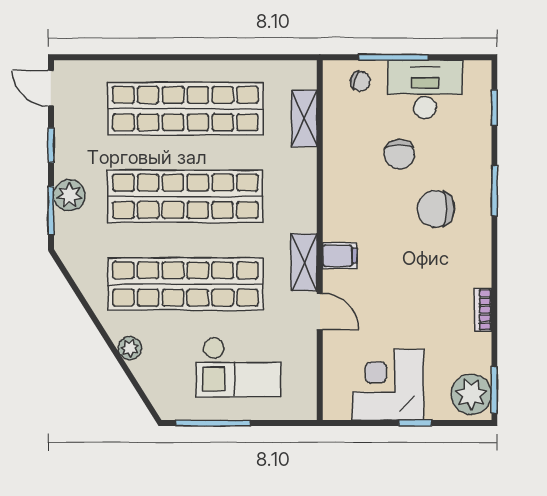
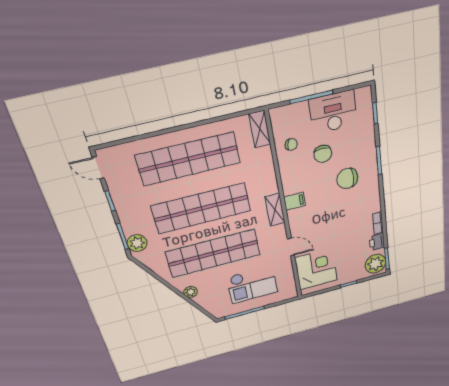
chair: (360, 81) -> (291, 144), moved
shelving: (304, 118) -> (260, 129), moved
plant: (69, 195) -> (137, 243), moved
filing cabinet: (340, 256) -> (295, 201), moved
shelving: (304, 262) -> (275, 210), moved
printer: (478, 348) -> (377, 242), added
corner desk: (388, 385) -> (316, 269), moved, turned 90

